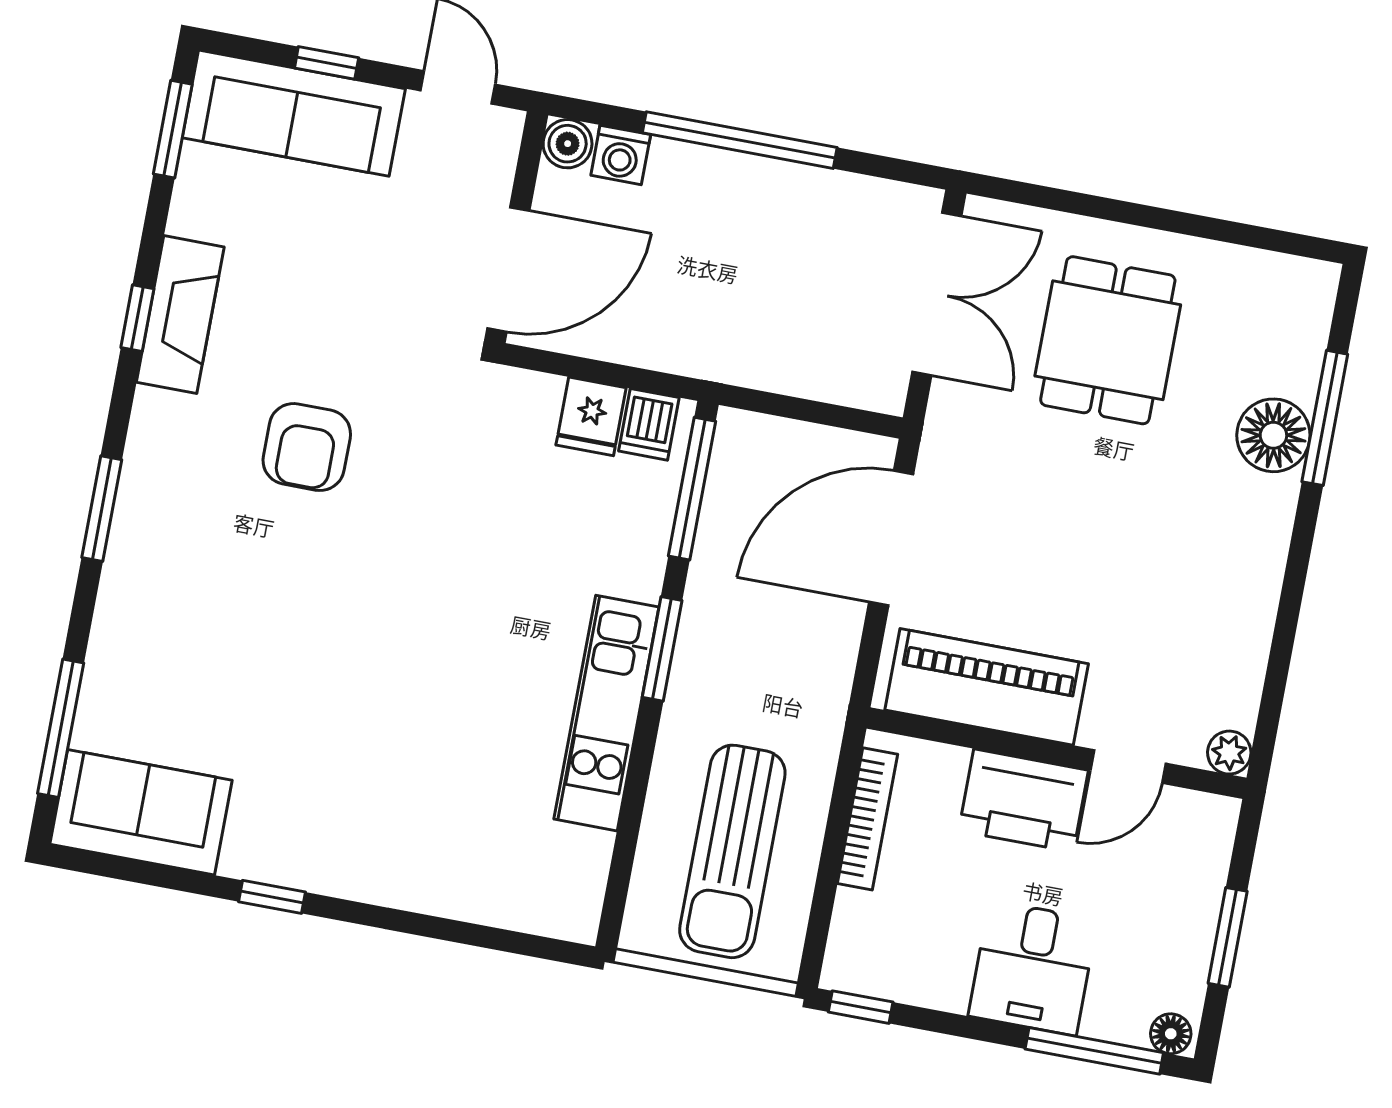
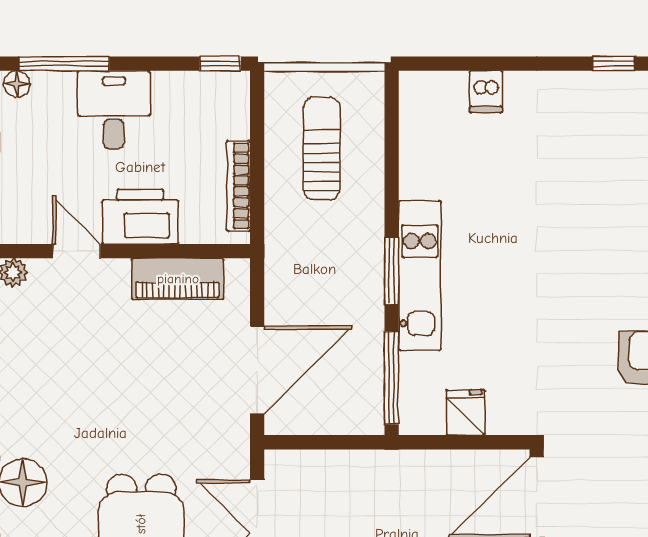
dishwasher: (649, 424) -> (486, 92), moved, turned 180
piano: (987, 687) -> (178, 279), width x0.73, depth x0.75
kitchen unit: (606, 713) -> (420, 276), moved
door: (1128, 767) -> (77, 251), hinge flipped
sun lounger: (732, 851) -> (322, 149), width x0.73, depth x0.75

